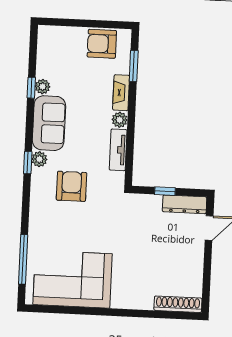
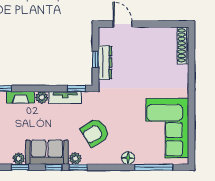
window: (29, 131) -> (53, 167), added
window: (129, 165) -> (77, 88), added
armchair: (72, 186) -> (95, 132), turned -33
dresser: (185, 204) -> (105, 63), moved
floor lamp: (37, 227) -> (128, 158), added

